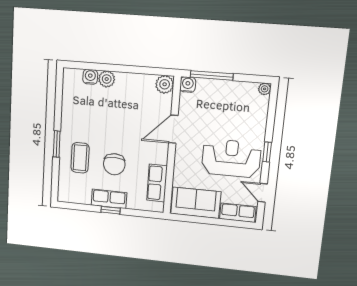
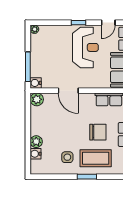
side table: (83, 120) -> (67, 157), added
coffee table: (80, 158) -> (96, 158), width x1.36, depth x1.32
reception desk: (231, 158) -> (85, 47), turned 180

